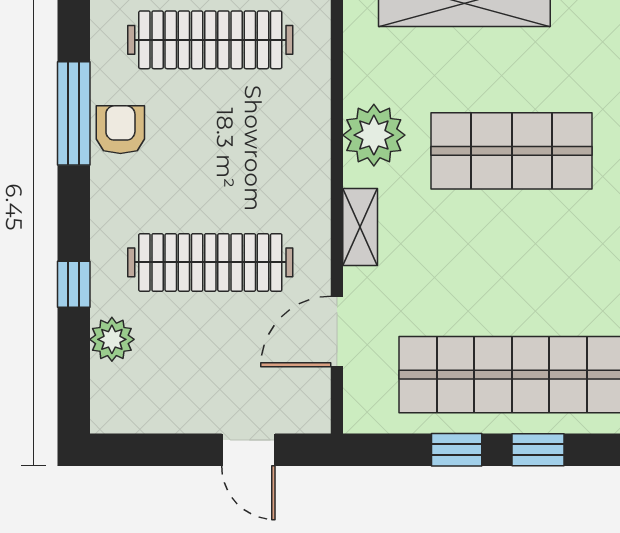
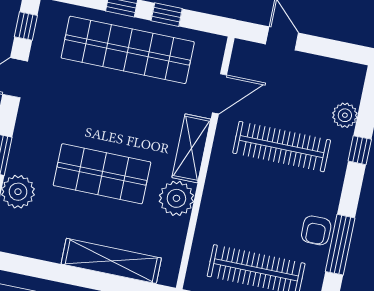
shelving: (360, 227) -> (191, 148), width x1.50, depth x1.33

